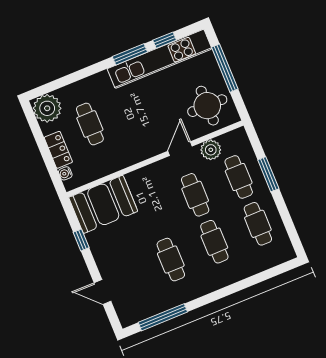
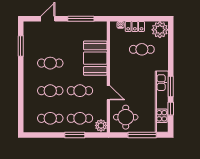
plant: (211, 150) -> (101, 125), moved
booth: (103, 204) -> (95, 58), moved
window: (81, 240) -> (81, 19), width x2.17
window: (163, 317) -> (21, 46), width x0.69

